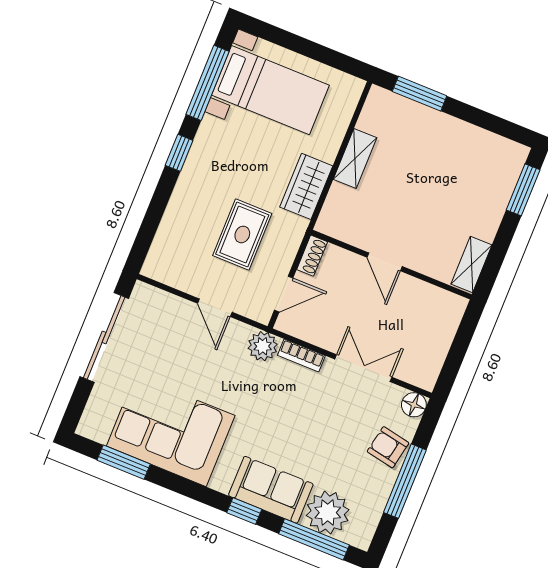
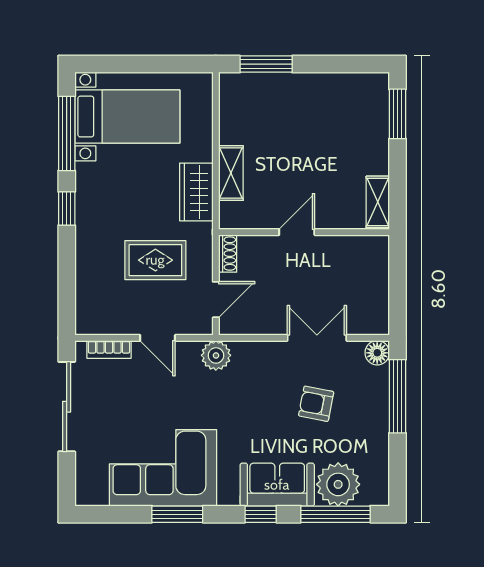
shelving: (355, 159) -> (231, 173), moved
rug: (242, 234) -> (155, 260), turned 90
door: (385, 262) -> (297, 232), swing flipped
bookcase: (301, 355) -> (109, 349), moved
armchair: (388, 447) -> (316, 404), moved
window: (124, 462) -> (177, 514), moved
window: (405, 481) -> (398, 396), moved

